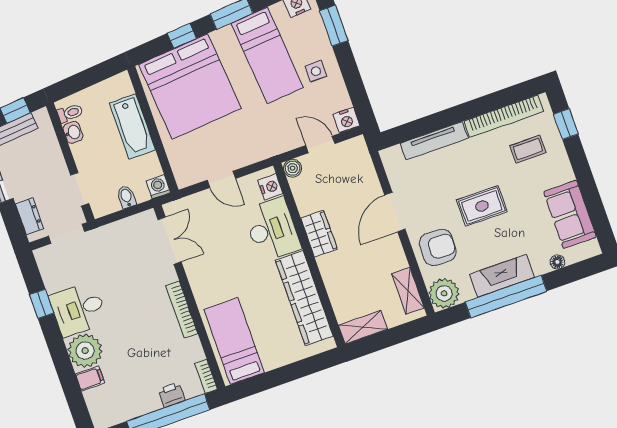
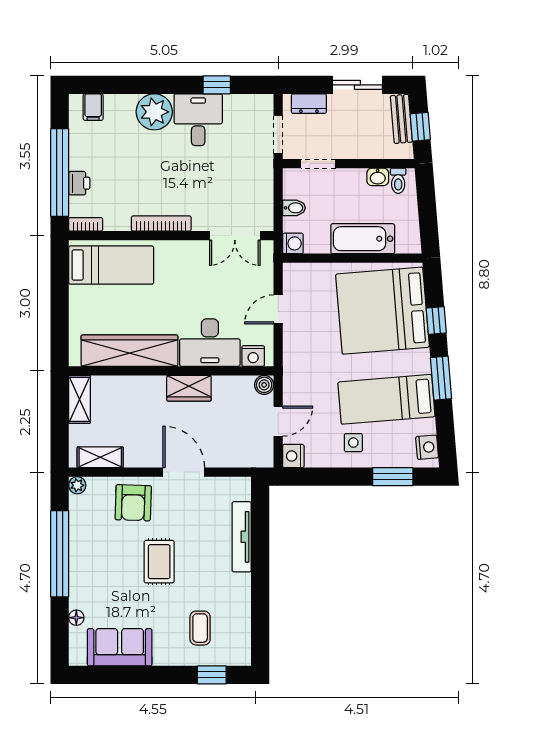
bookcase: (504, 116) -> (242, 615), removed
fireplace: (502, 276) -> (82, 557), removed
plant: (444, 293) -> (77, 485), width x0.53, depth x0.53
filing cabinet: (90, 378) -> (93, 107), moved

